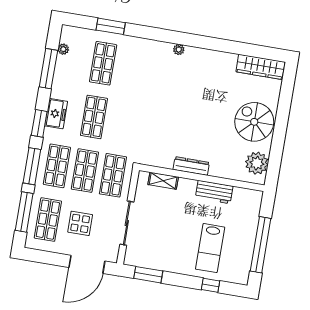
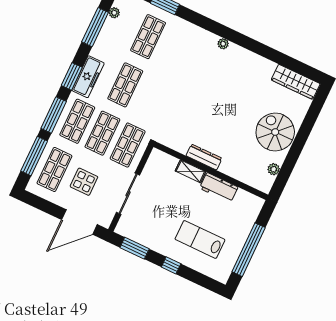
freezer: (56, 114) -> (88, 77), width x1.40
plant: (257, 163) -> (274, 169), width x0.53, depth x0.53
shelving: (163, 181) -> (190, 171), moved
lab bench: (210, 248) -> (200, 239), turned 90
window: (211, 285) -> (171, 265), moved

